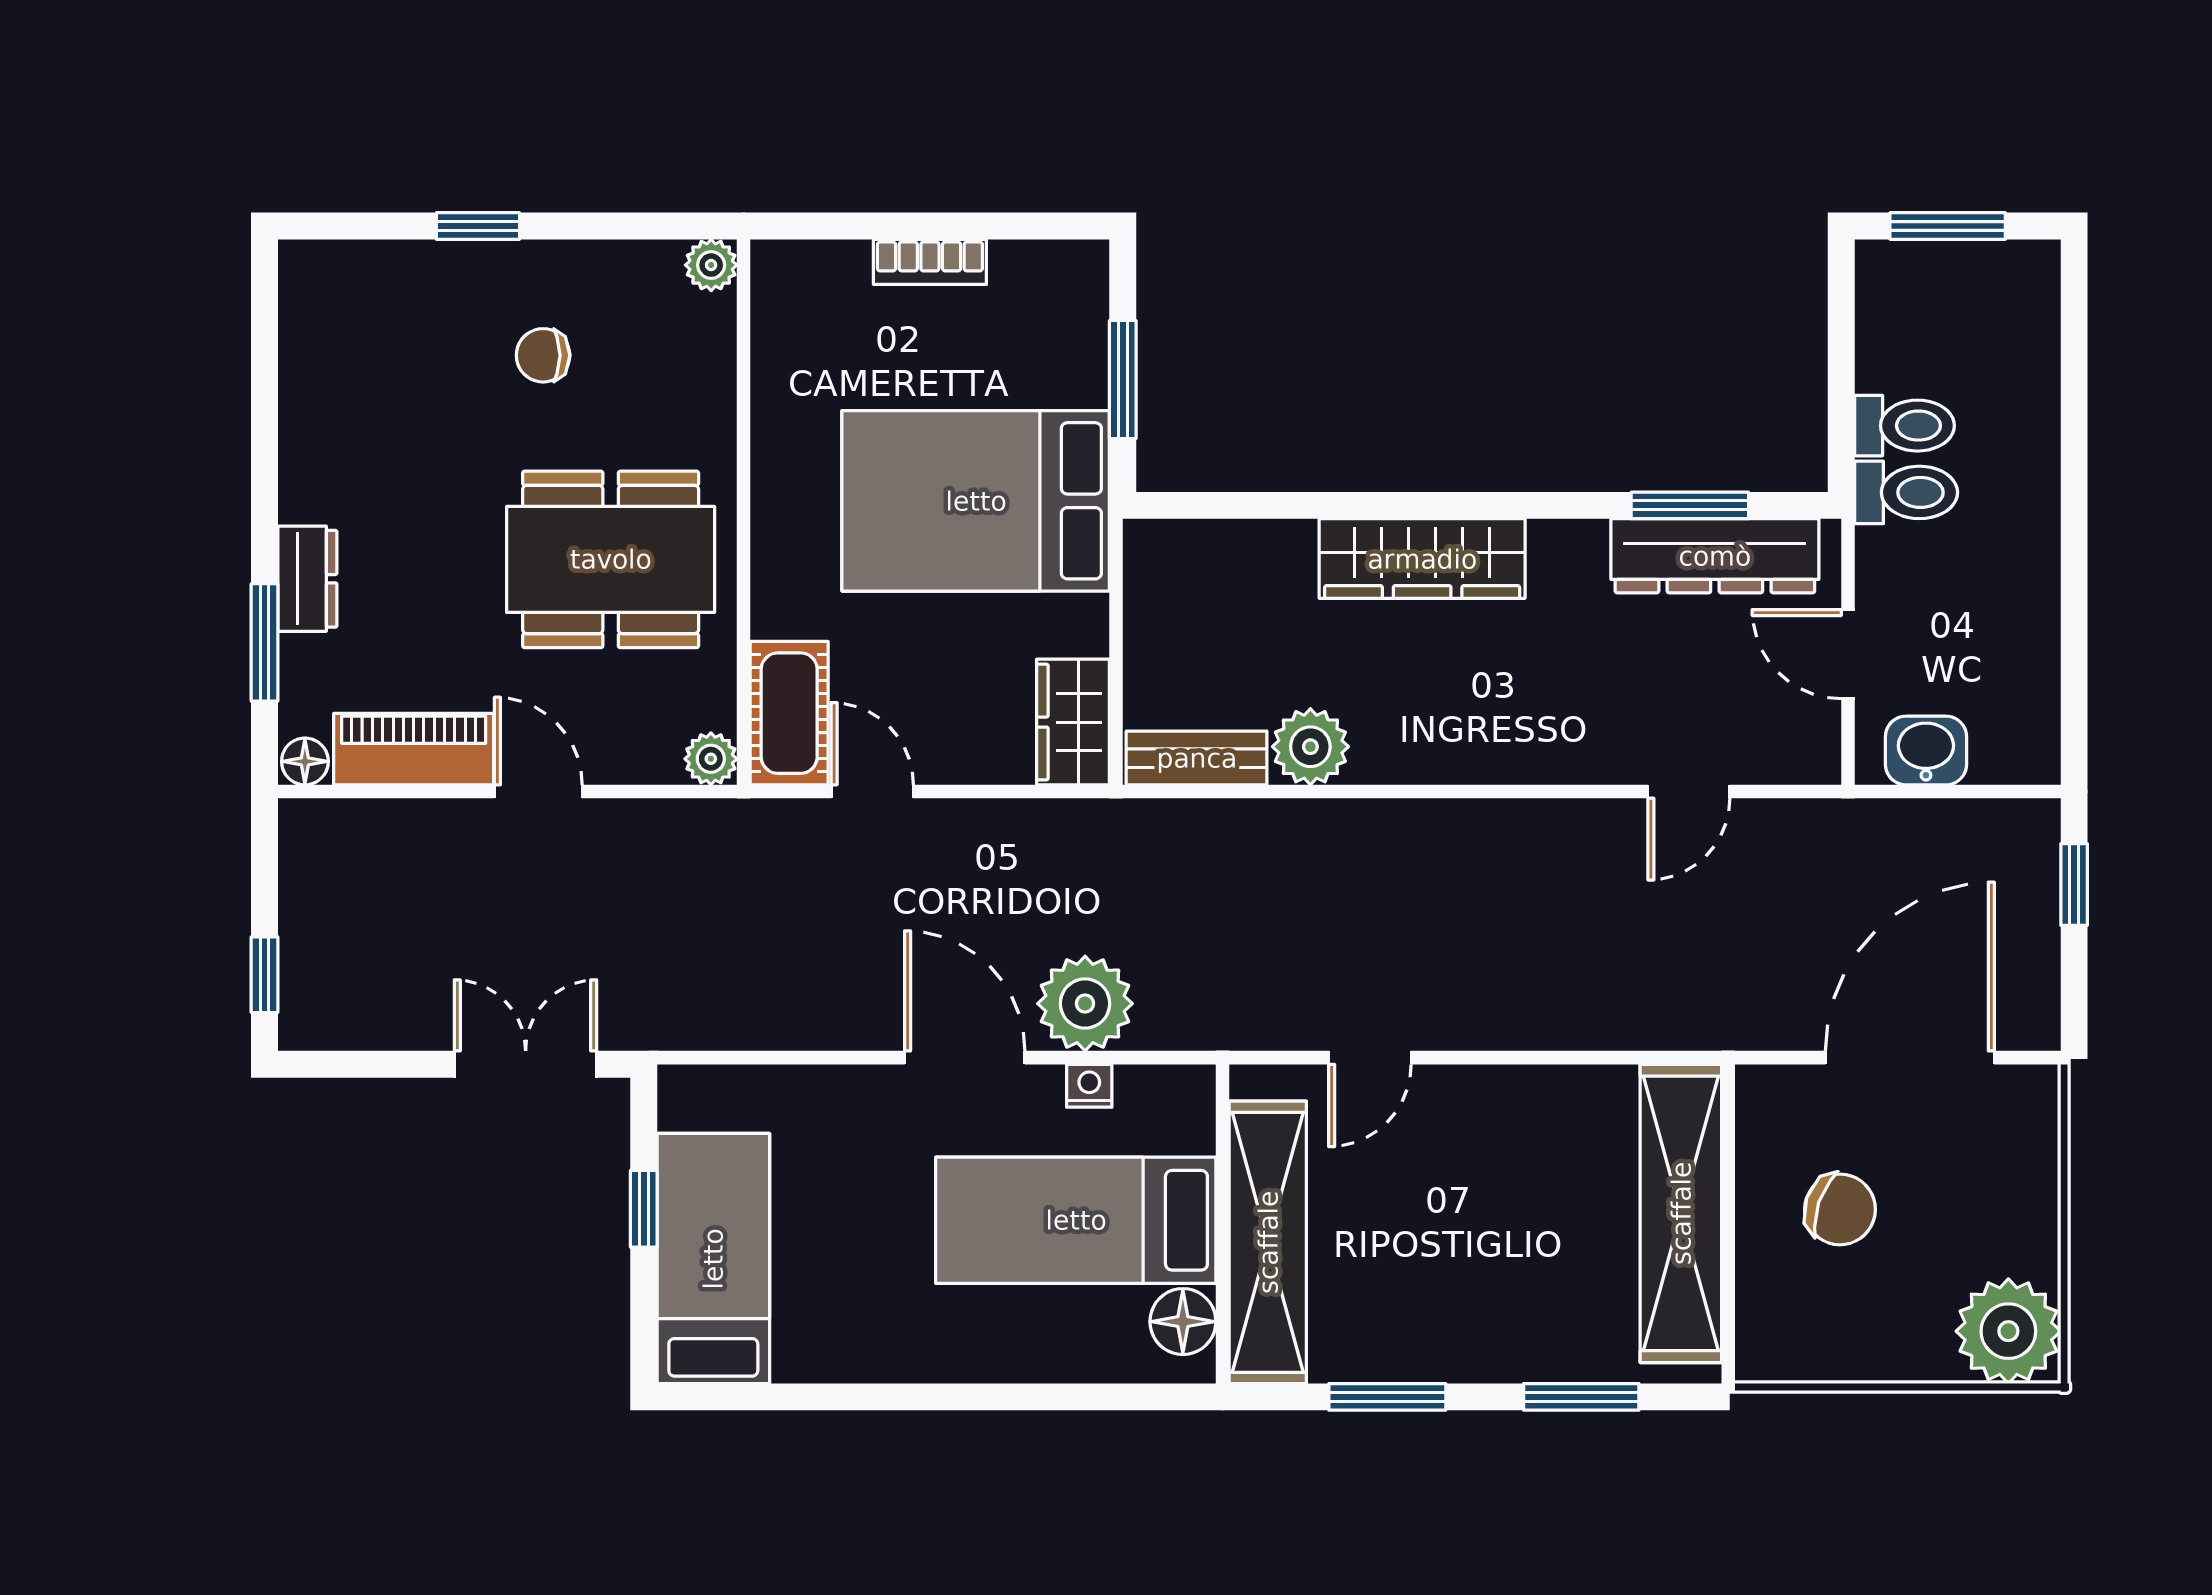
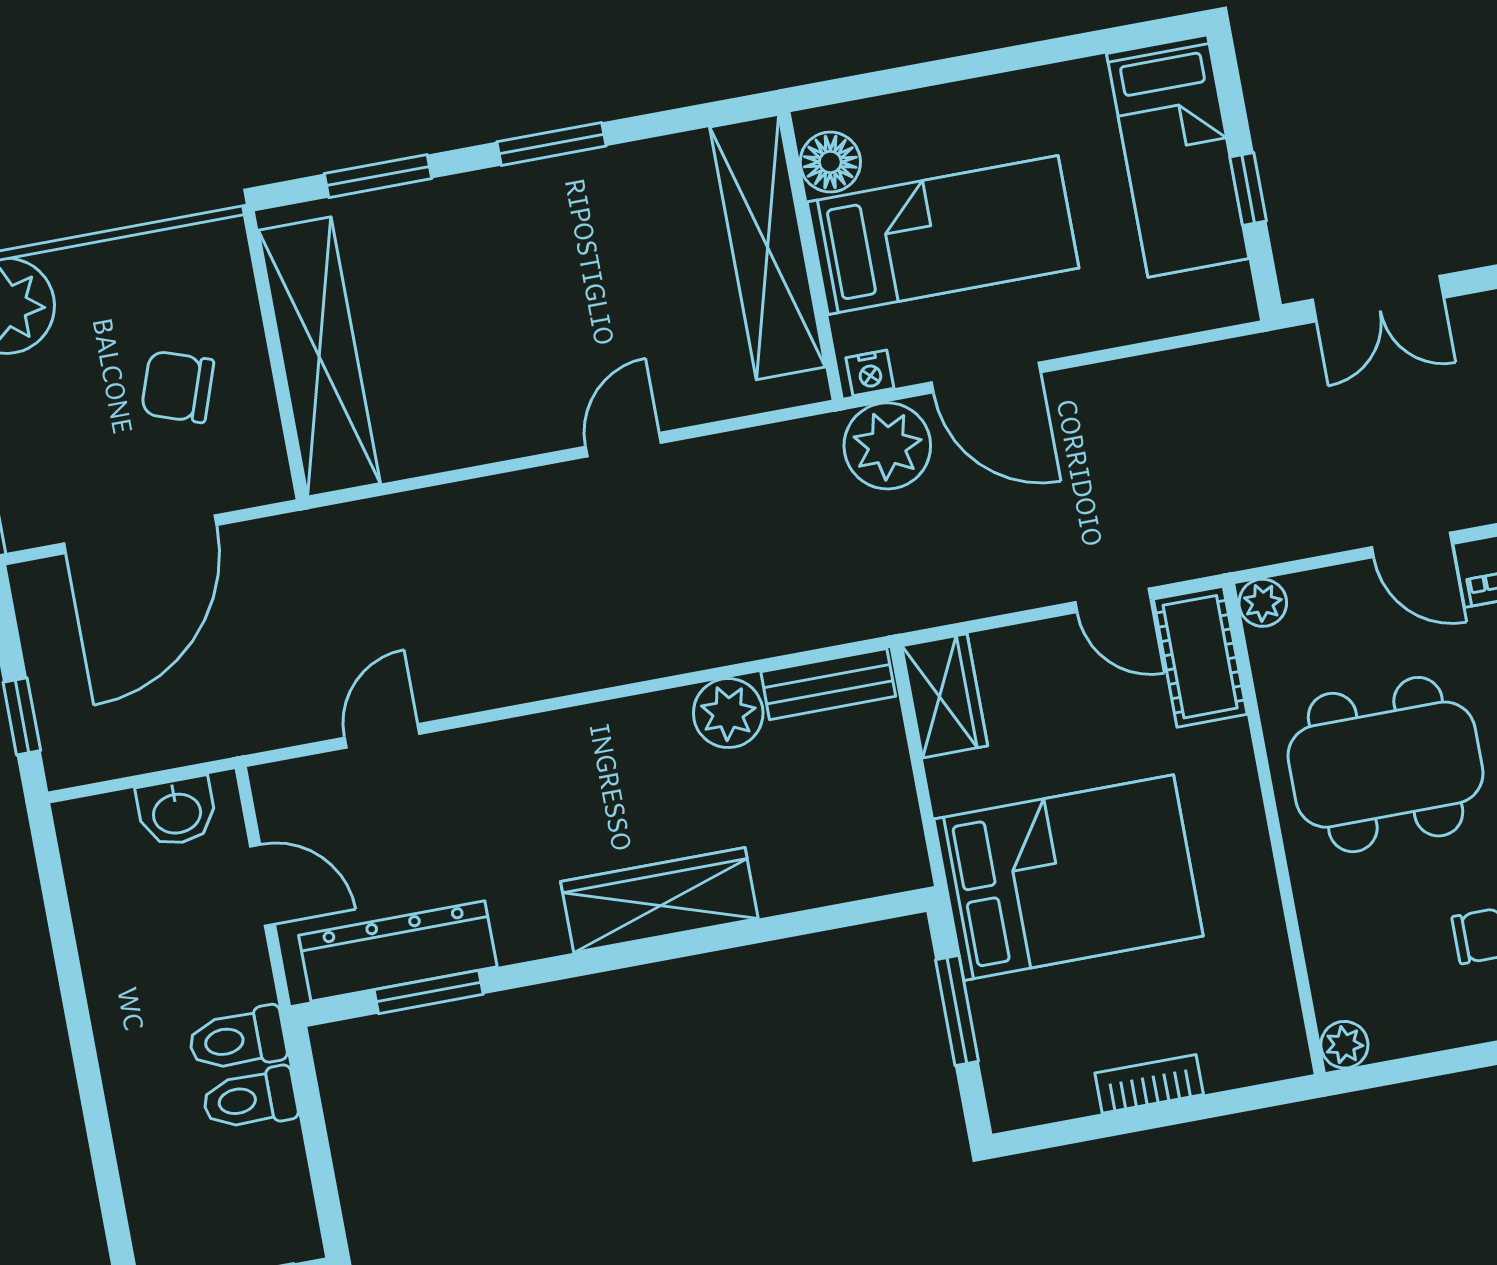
bed: (1076, 1220) -> (943, 235), moved
wall: (1223, 1224) -> (811, 256), moved
shelving: (1268, 1242) -> (768, 247), moved
floor lamp: (1183, 1322) -> (830, 162), moved

